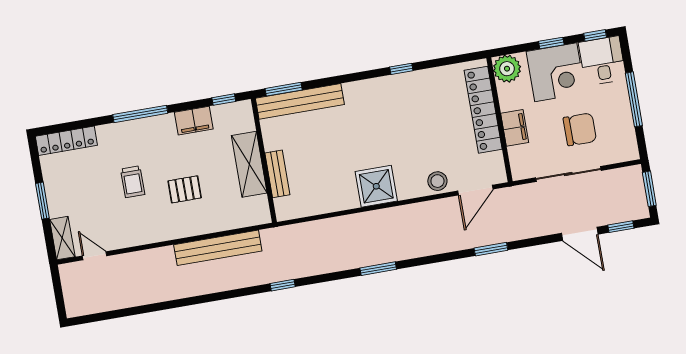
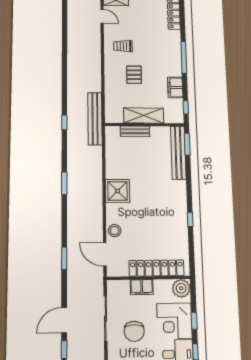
trolley: (133, 182) -> (123, 46), moved
bench: (218, 248) -> (95, 119), moved
door: (95, 256) -> (102, 16), hinge flipped

